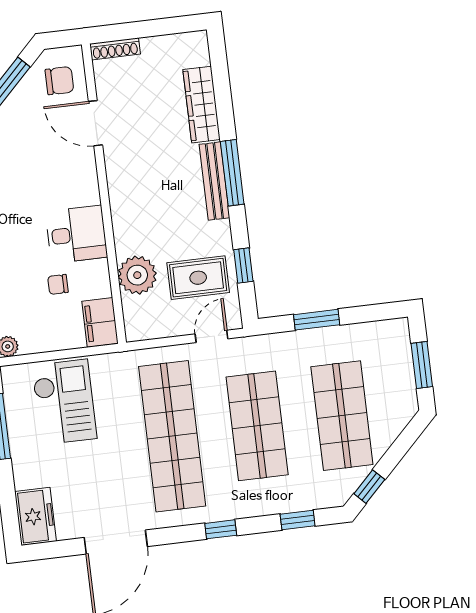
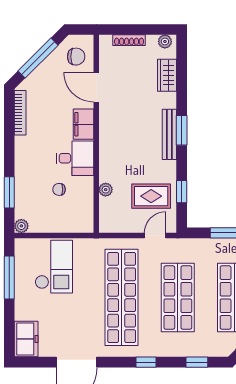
plant: (191, 42) -> (165, 41), added
shoe rack: (115, 49) -> (129, 40), moved
wardrobe: (202, 105) -> (167, 75), width x0.67
window: (232, 173) -> (182, 130), width x0.69
plant: (137, 275) -> (106, 190), width x0.53, depth x0.53
filing cabinet: (100, 322) -> (84, 124), moved

